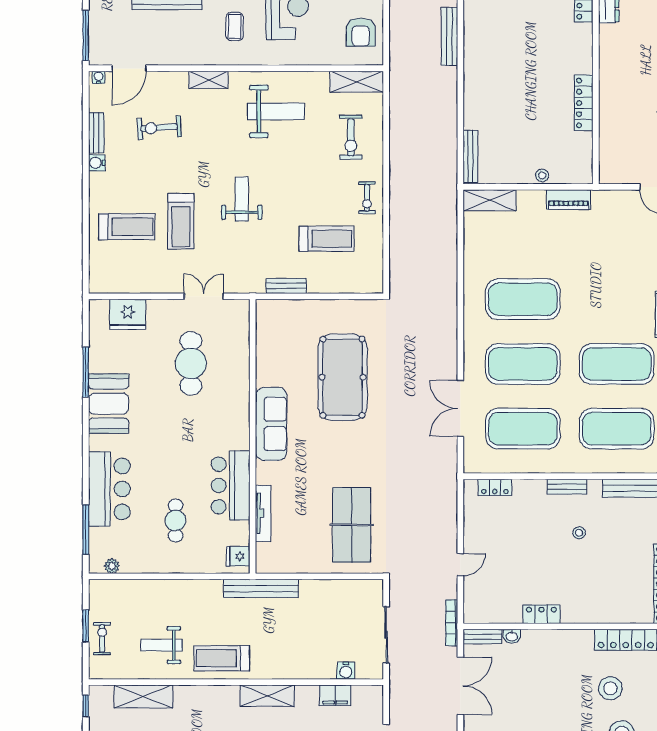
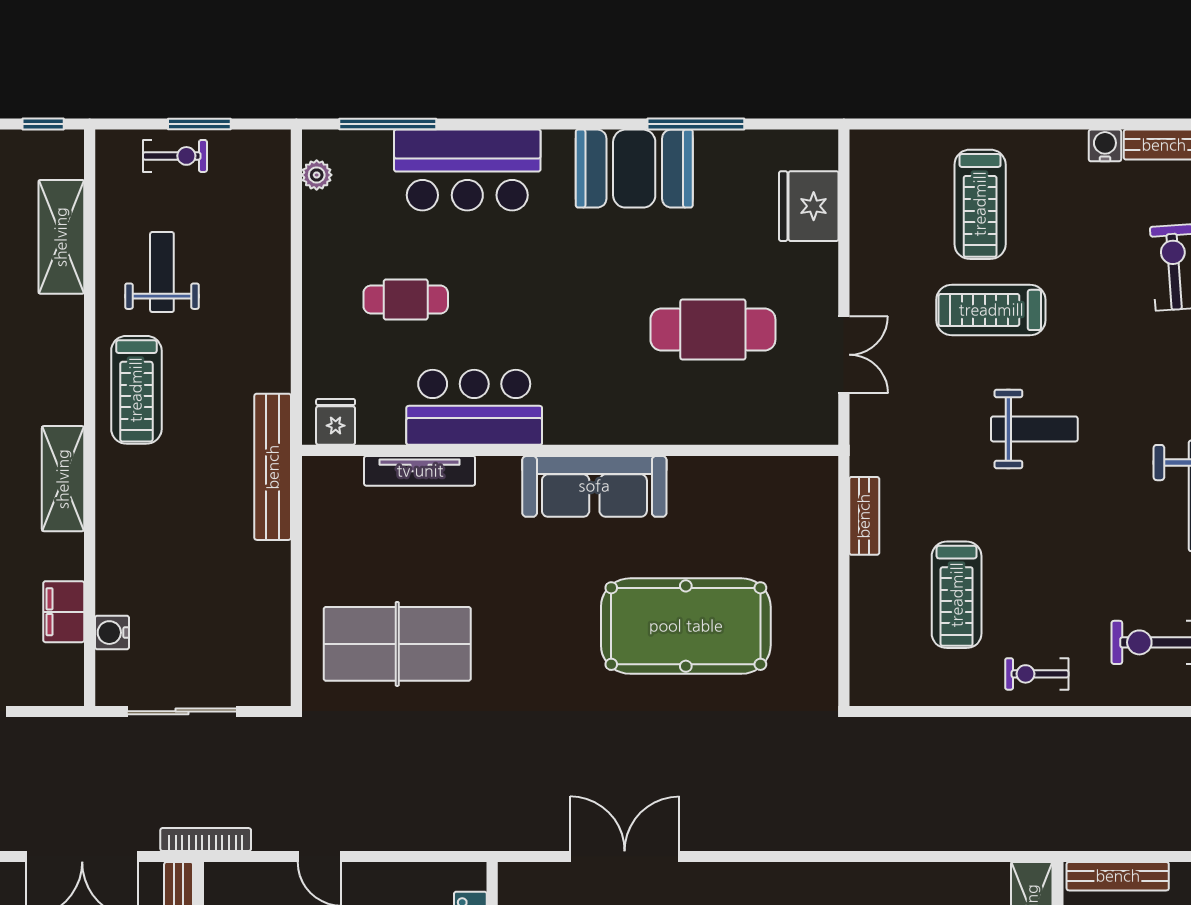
treadmill: (222, 658) -> (136, 390), turned 180

